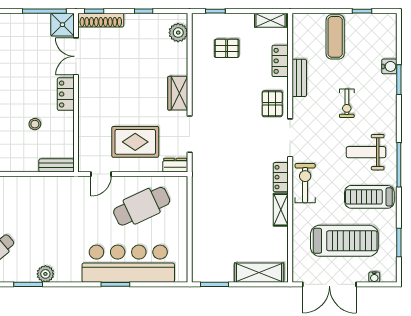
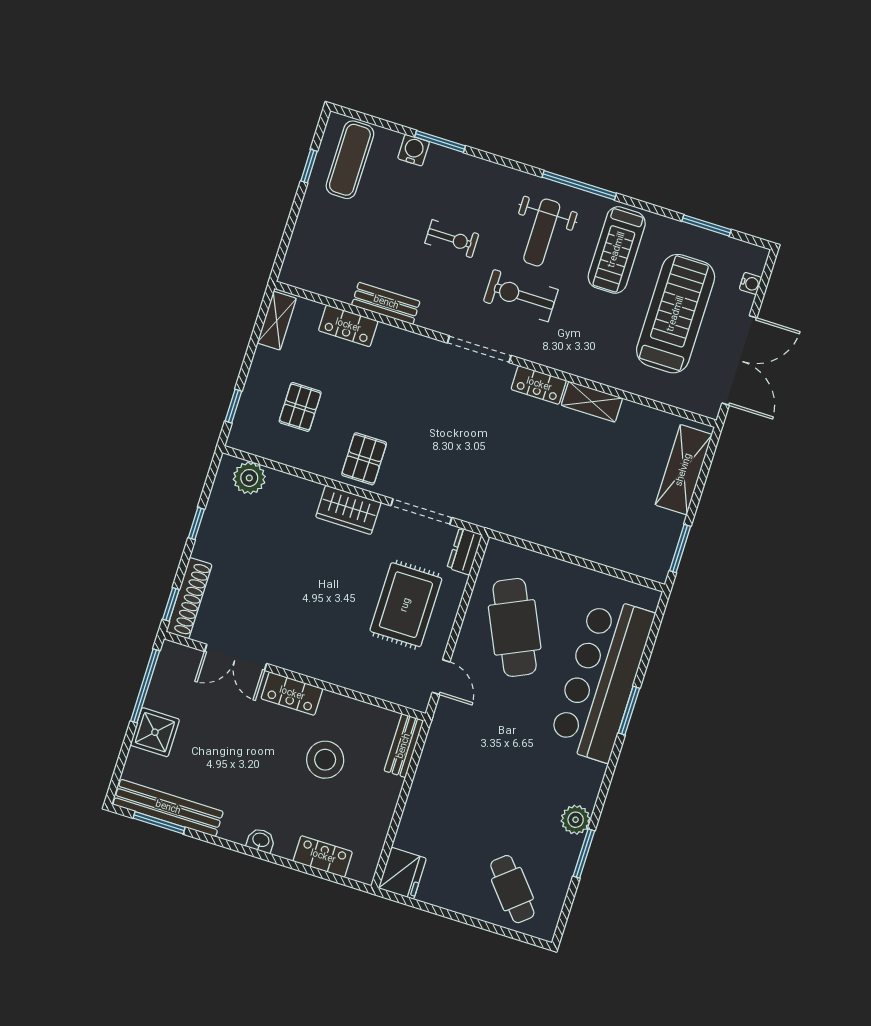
shower: (62, 25) -> (155, 732), moved
exercise mat: (335, 37) -> (350, 160), moved, turned 90
pallet: (272, 104) -> (364, 459), moved, turned 90
stool: (35, 124) -> (325, 760), width x1.89, depth x1.89
exercise bike: (305, 183) -> (521, 296), moved

